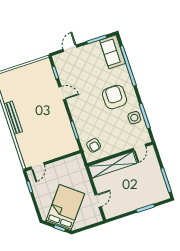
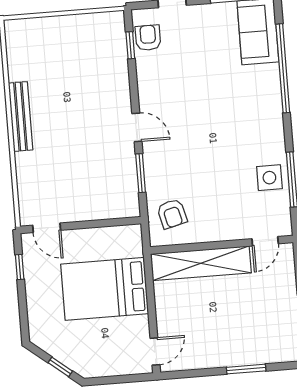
door: (62, 93) -> (137, 127), moved
armchair: (115, 97) -> (148, 38), moved, width x0.53, depth x0.53
door: (38, 166) -> (47, 228), hinge flipped
door: (98, 201) -> (155, 352), moved
bed: (65, 207) -> (105, 289), moved, turned -129

